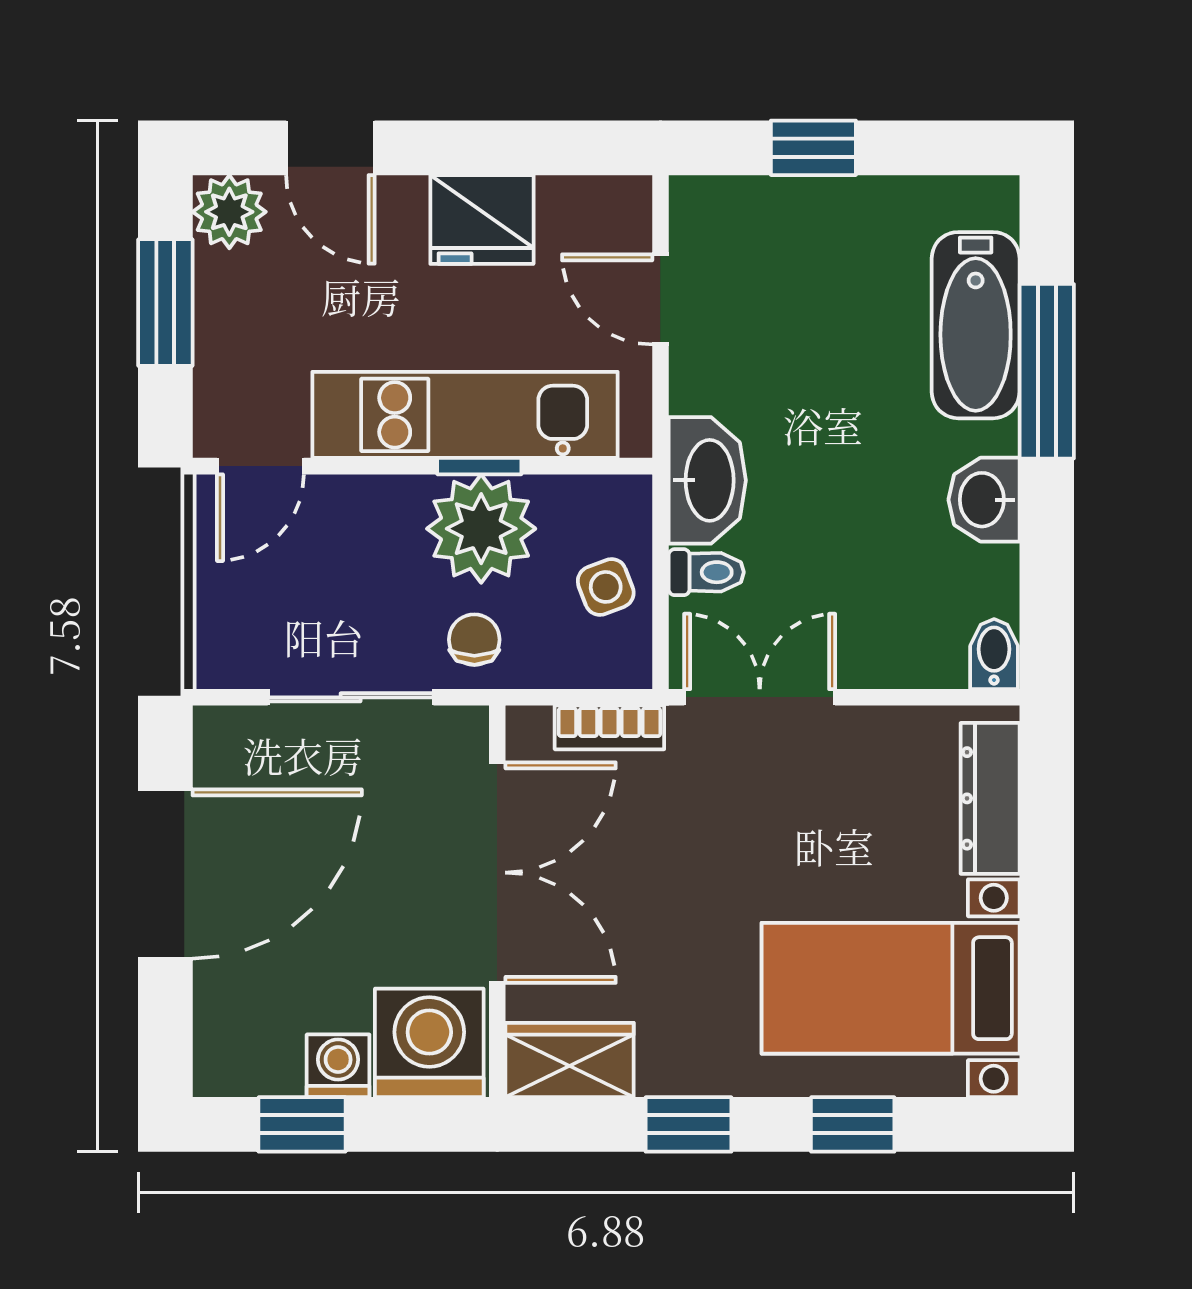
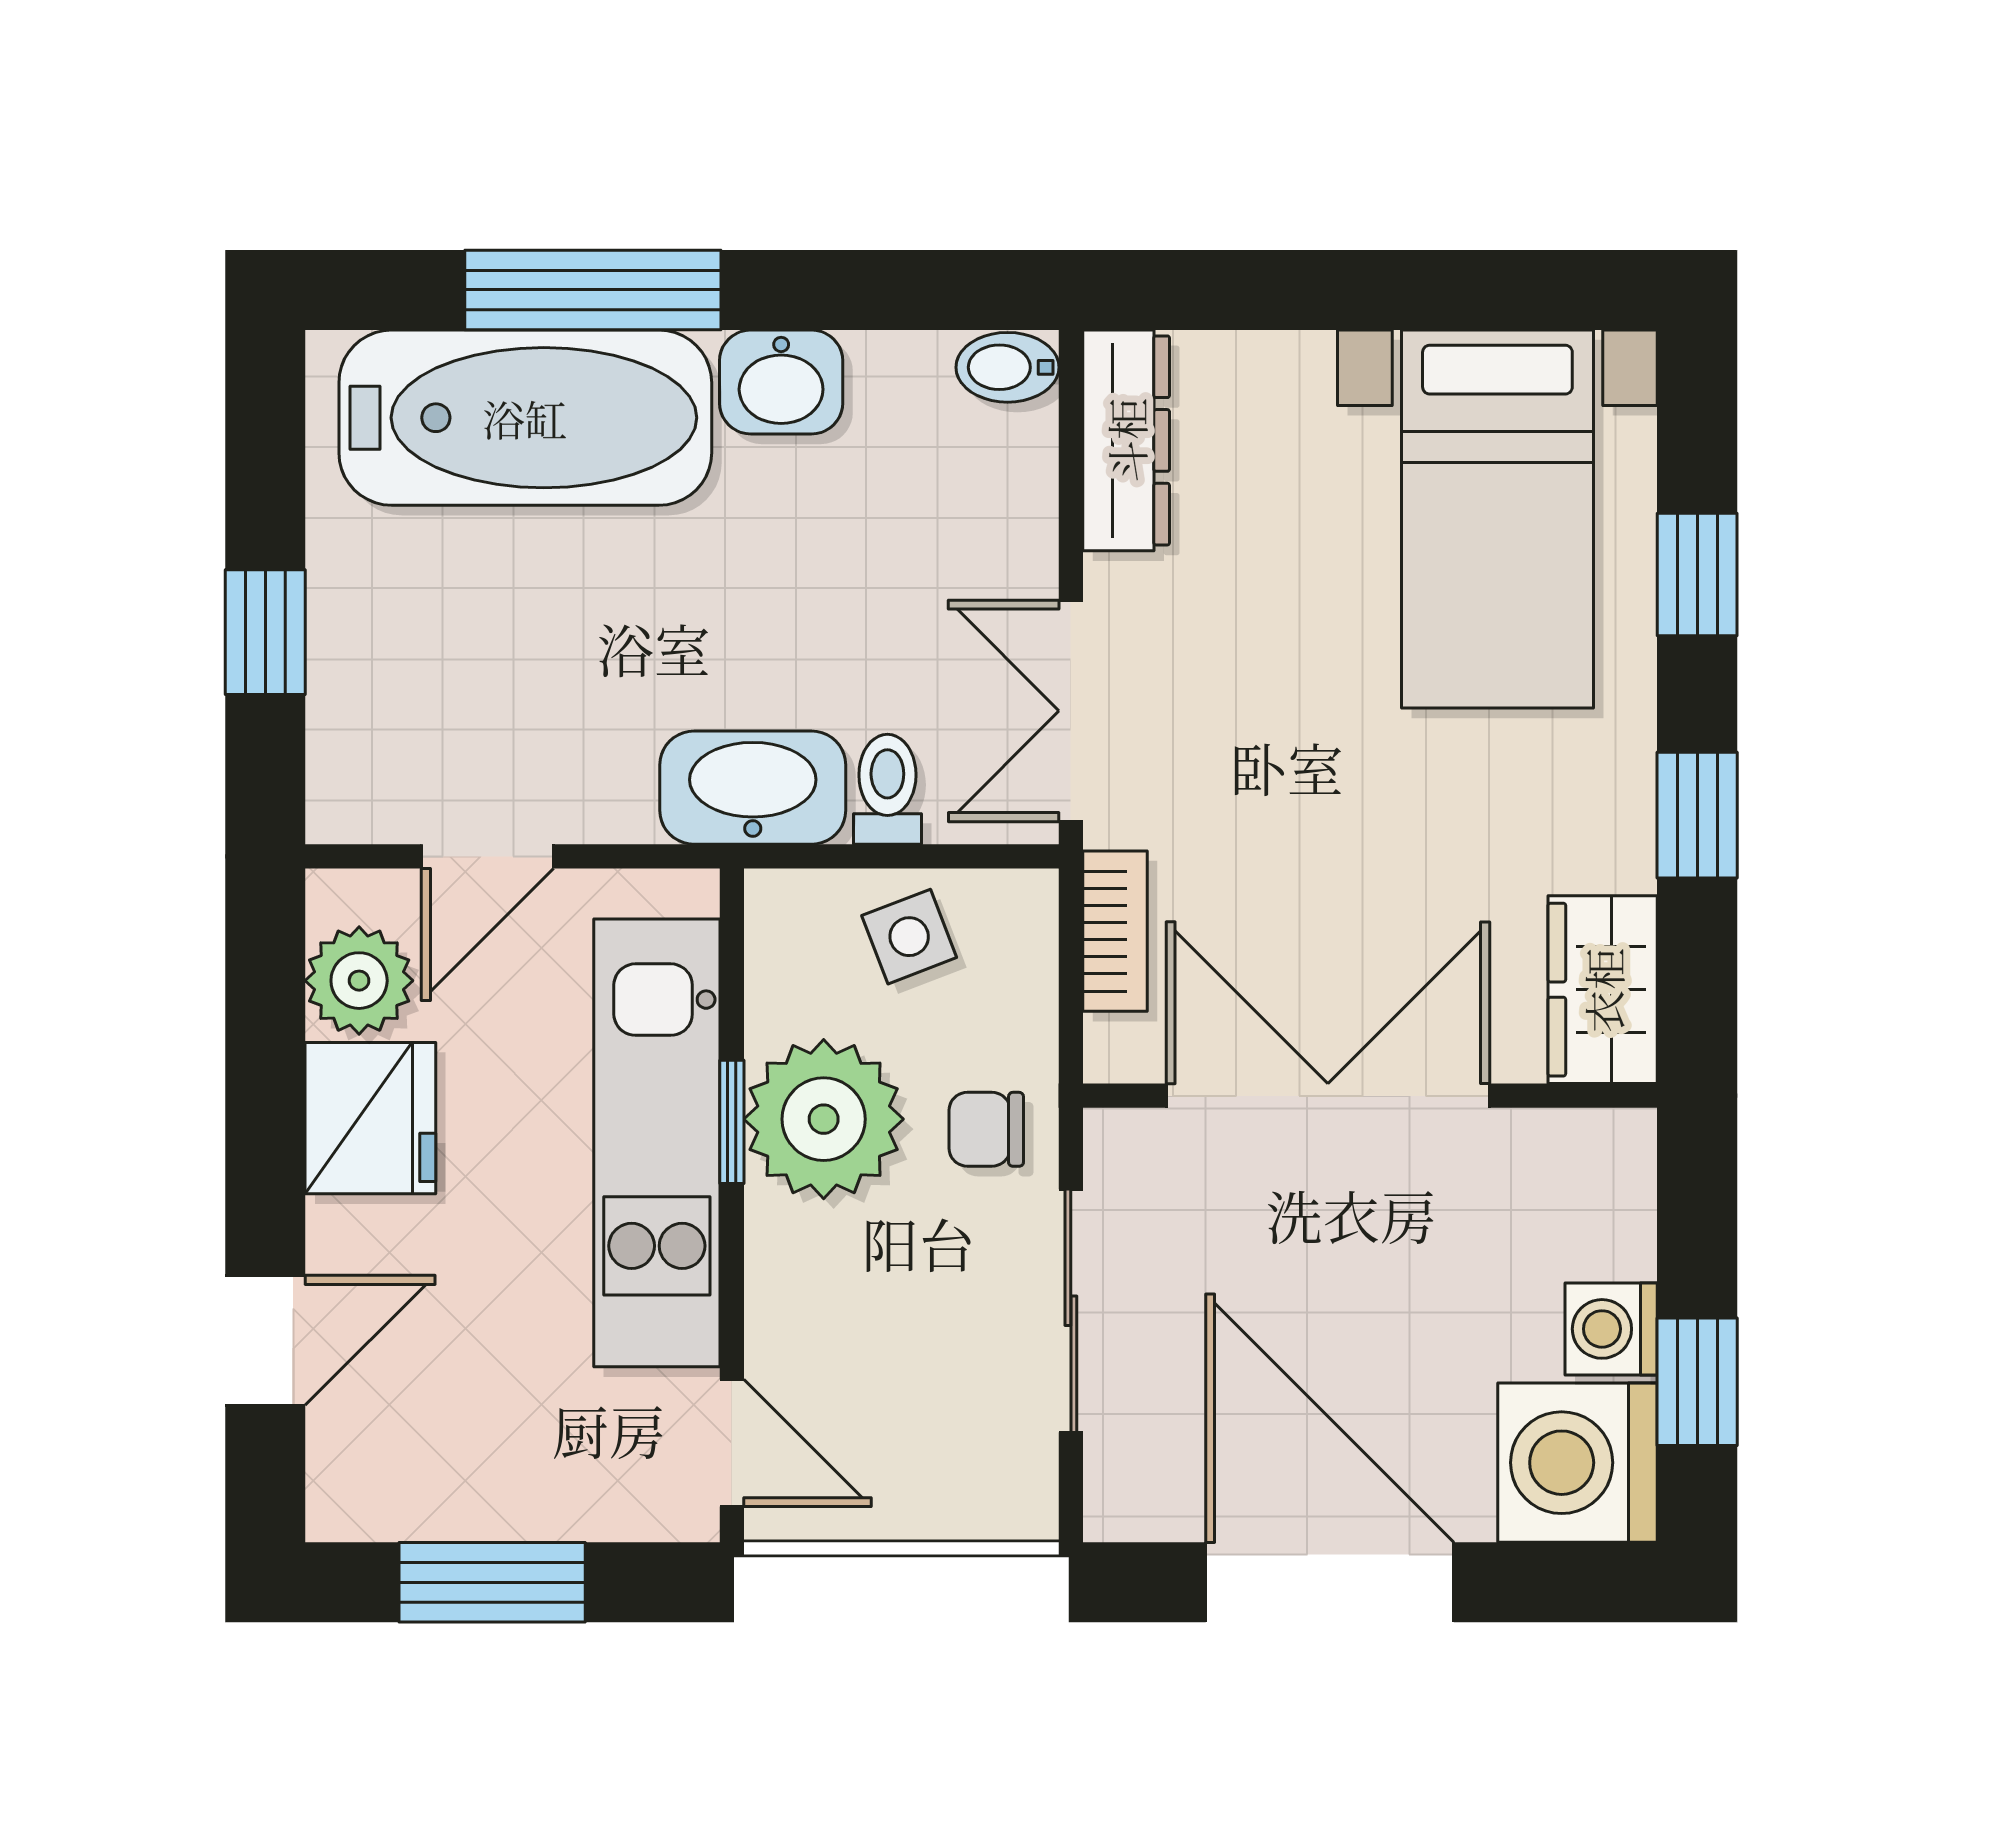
plant: (229, 212) -> (359, 981), moved
bathtub: (976, 325) -> (525, 418), width x1.36, depth x1.36
dresser: (990, 798) -> (1126, 440), moved, turned -90
washing machine: (429, 1043) -> (1578, 1463), moved

